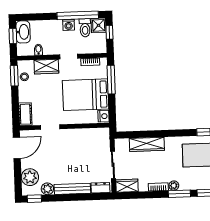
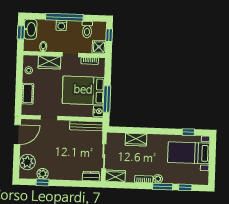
window: (78, 15) -> (64, 17), moved
washing machine: (69, 25) -> (61, 25), moved
shower: (99, 25) -> (99, 47), moved
window: (14, 76) -> (20, 69), removed
window: (111, 80) -> (107, 99), moved
cot: (25, 114) -> (28, 94), moved
wardrobe: (147, 144) -> (136, 140), width x0.67
bench: (72, 189) -> (86, 126), moved
window: (34, 199) -> (43, 182), moved

